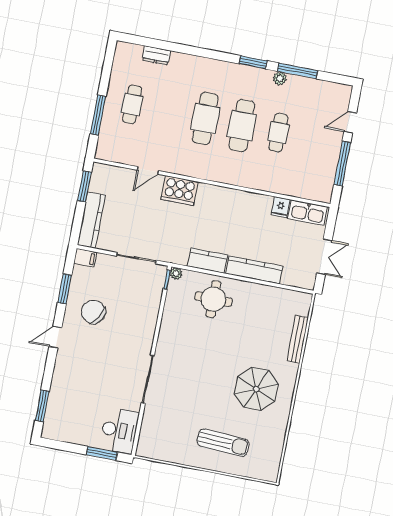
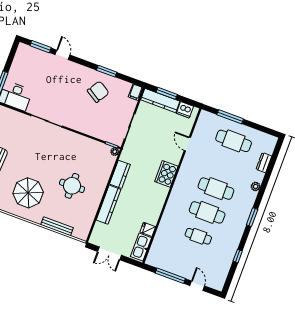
window: (253, 62) -> (252, 217), moved
window: (298, 71) -> (238, 256), width x0.46
plant: (280, 78) -> (256, 186), moved
cafe table: (132, 104) -> (234, 141), width x1.37, depth x1.35
dishwasher: (99, 182) -> (185, 110), added
window: (84, 186) -> (167, 93), moved
cooker: (179, 191) -> (166, 174), moved
window: (65, 289) -> (107, 71), moved
round table: (213, 299) -> (72, 186), moved
door: (55, 337) -> (62, 55), moved

